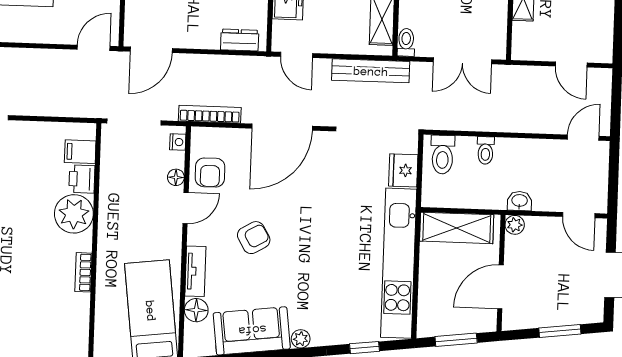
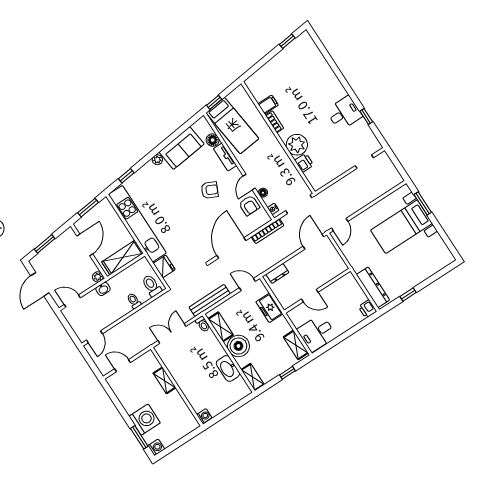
filing cabinet: (80, 152) -> (268, 105), moved
armchair: (210, 172) -> (249, 205), turned 180
armchair: (254, 238) -> (210, 190), turned -125

